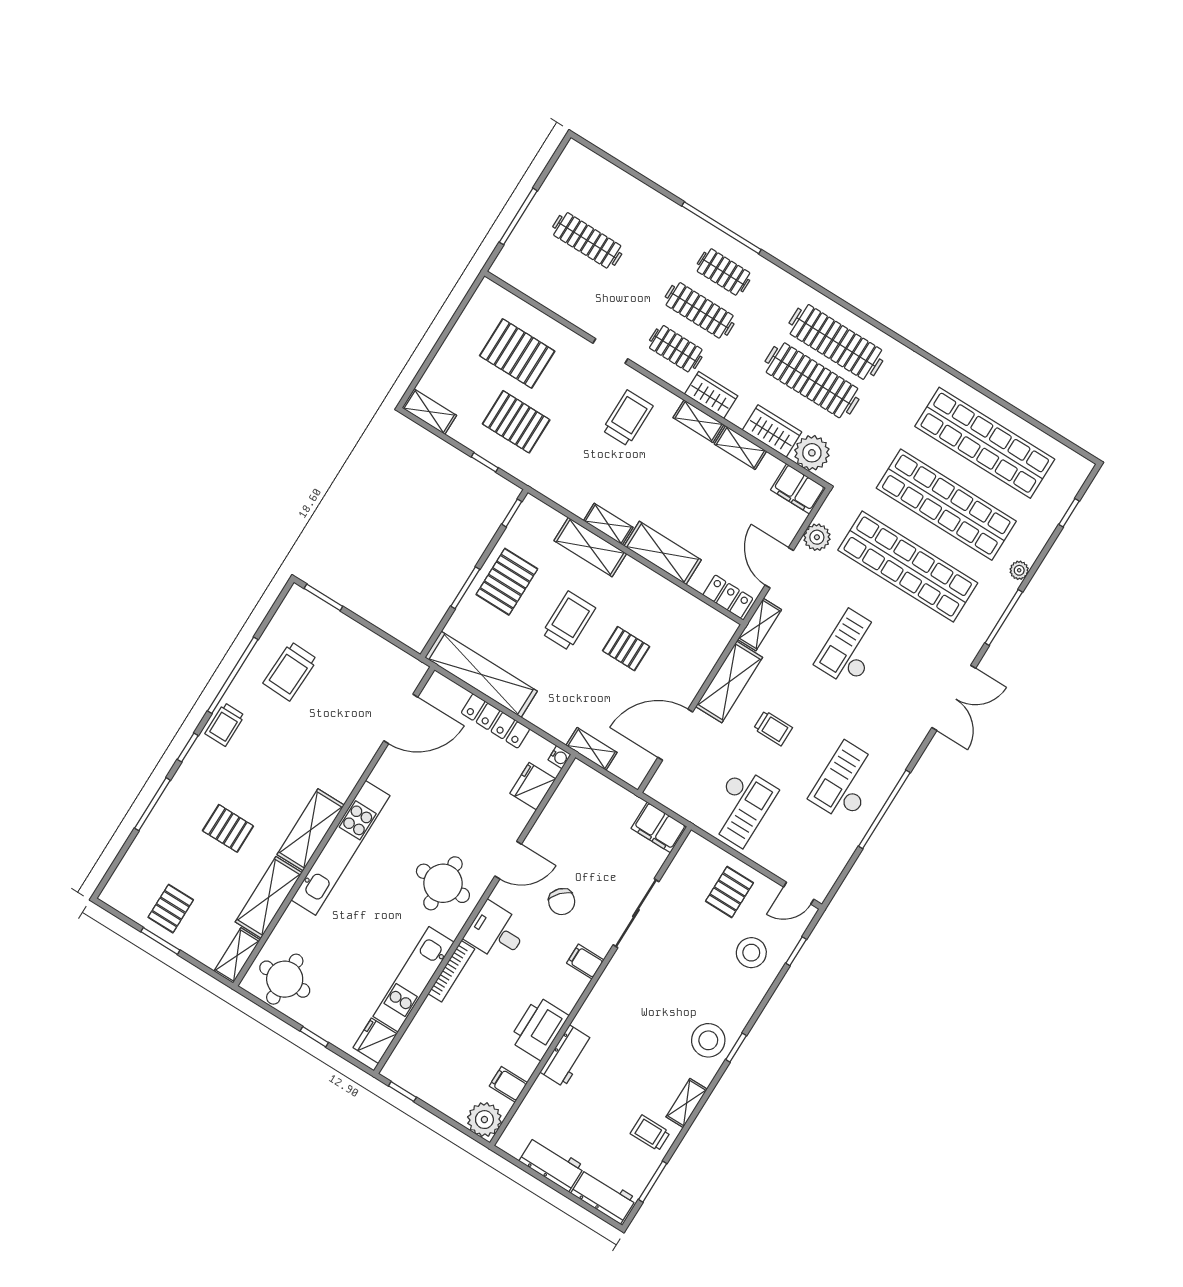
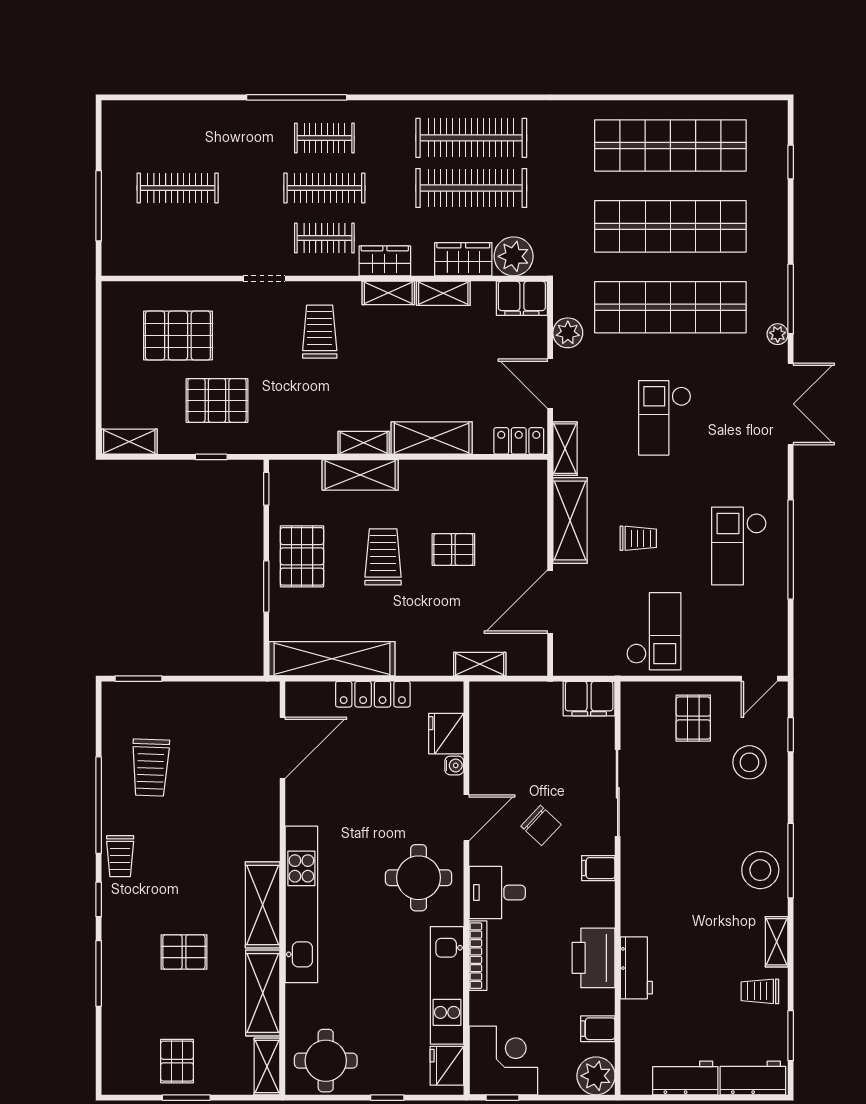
plant: (1019, 570) -> (778, 334), moved
water cooler: (559, 757) -> (454, 765), moved
window: (736, 1048) -> (791, 861), width x2.17
corner desk: (421, 1064) -> (503, 1061), added

